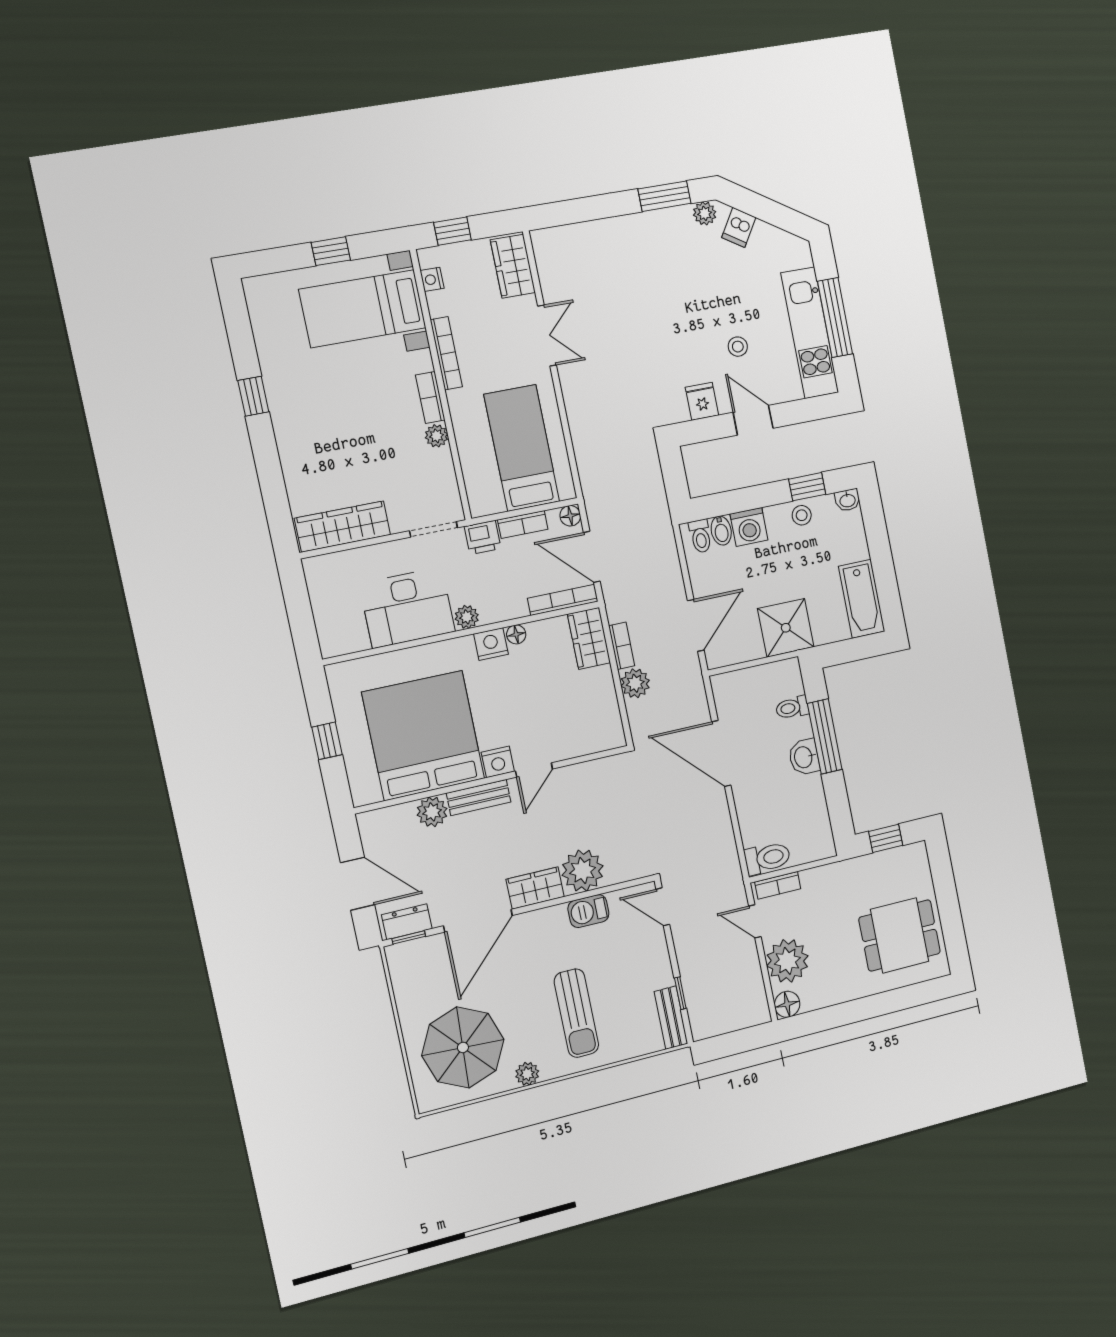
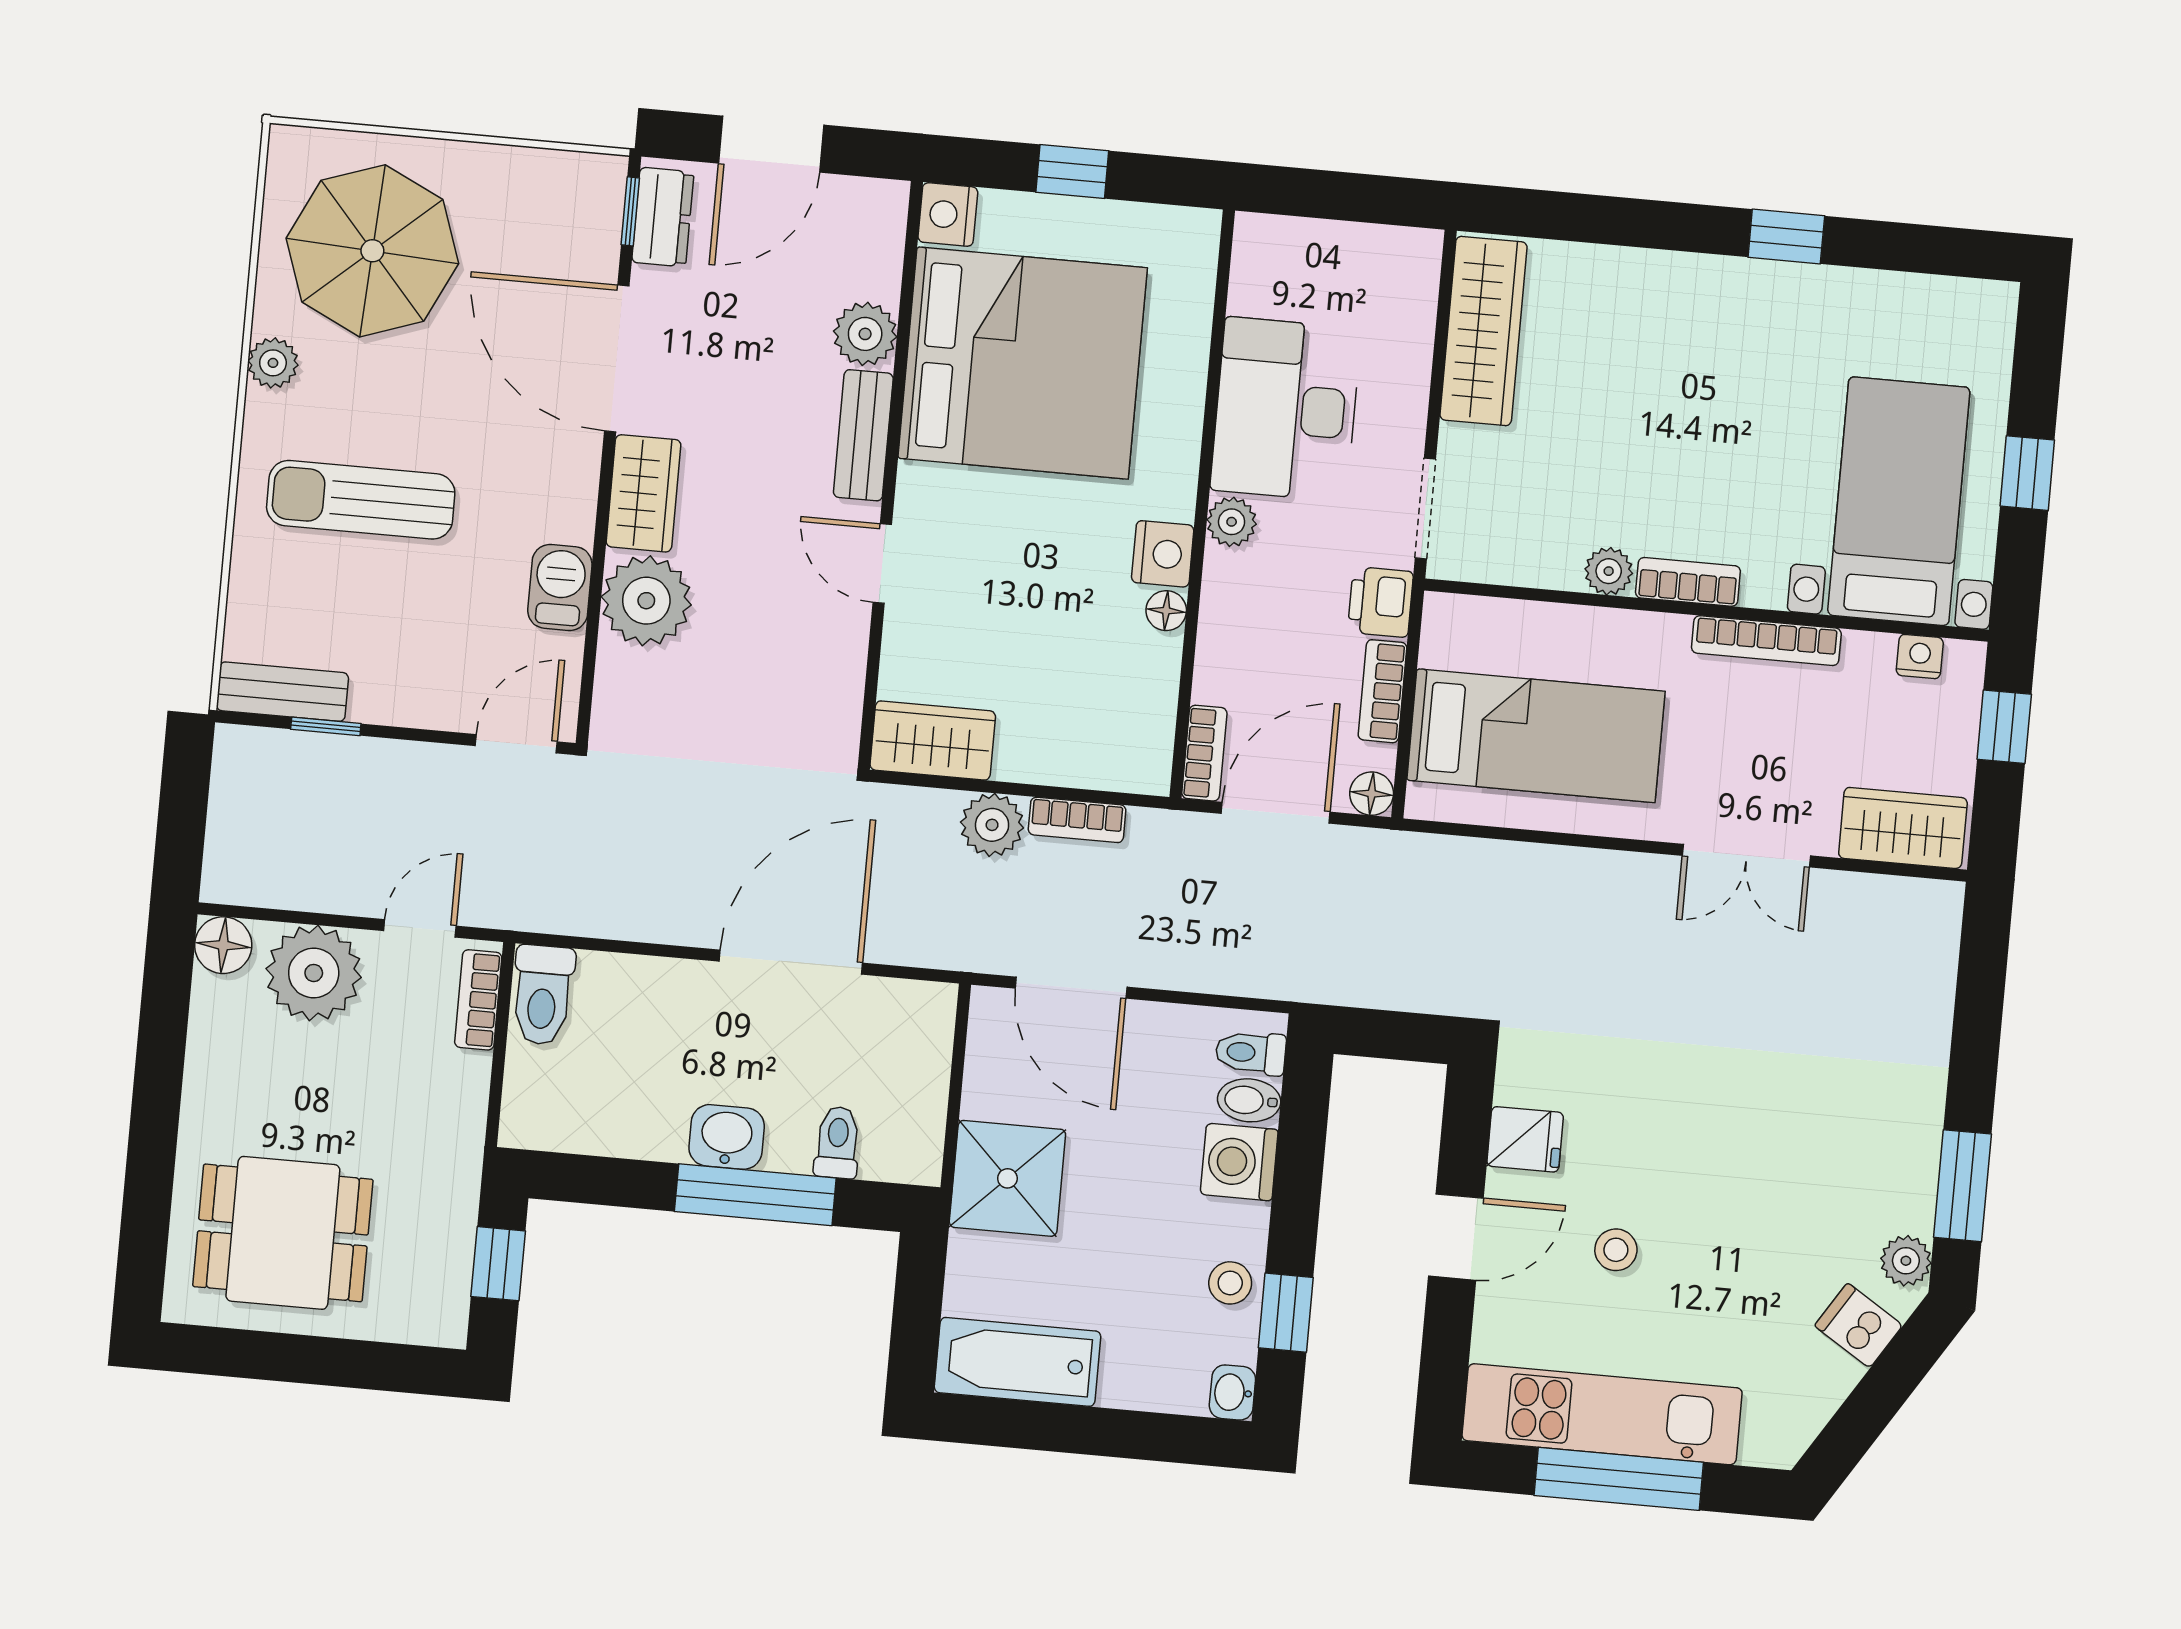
bookcase: (563, 600) -> (1204, 753), width x0.64
wardrobe: (589, 638) -> (933, 740), moved
nightstand: (498, 762) -> (948, 215), moved
dining table: (900, 935) -> (283, 1233), turned 90

